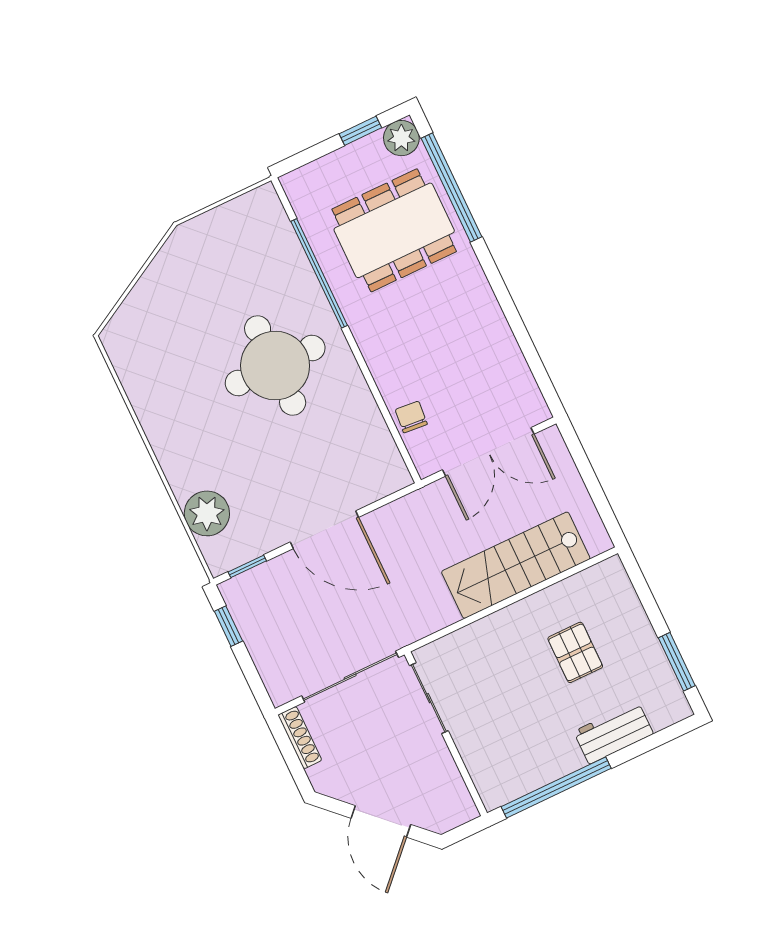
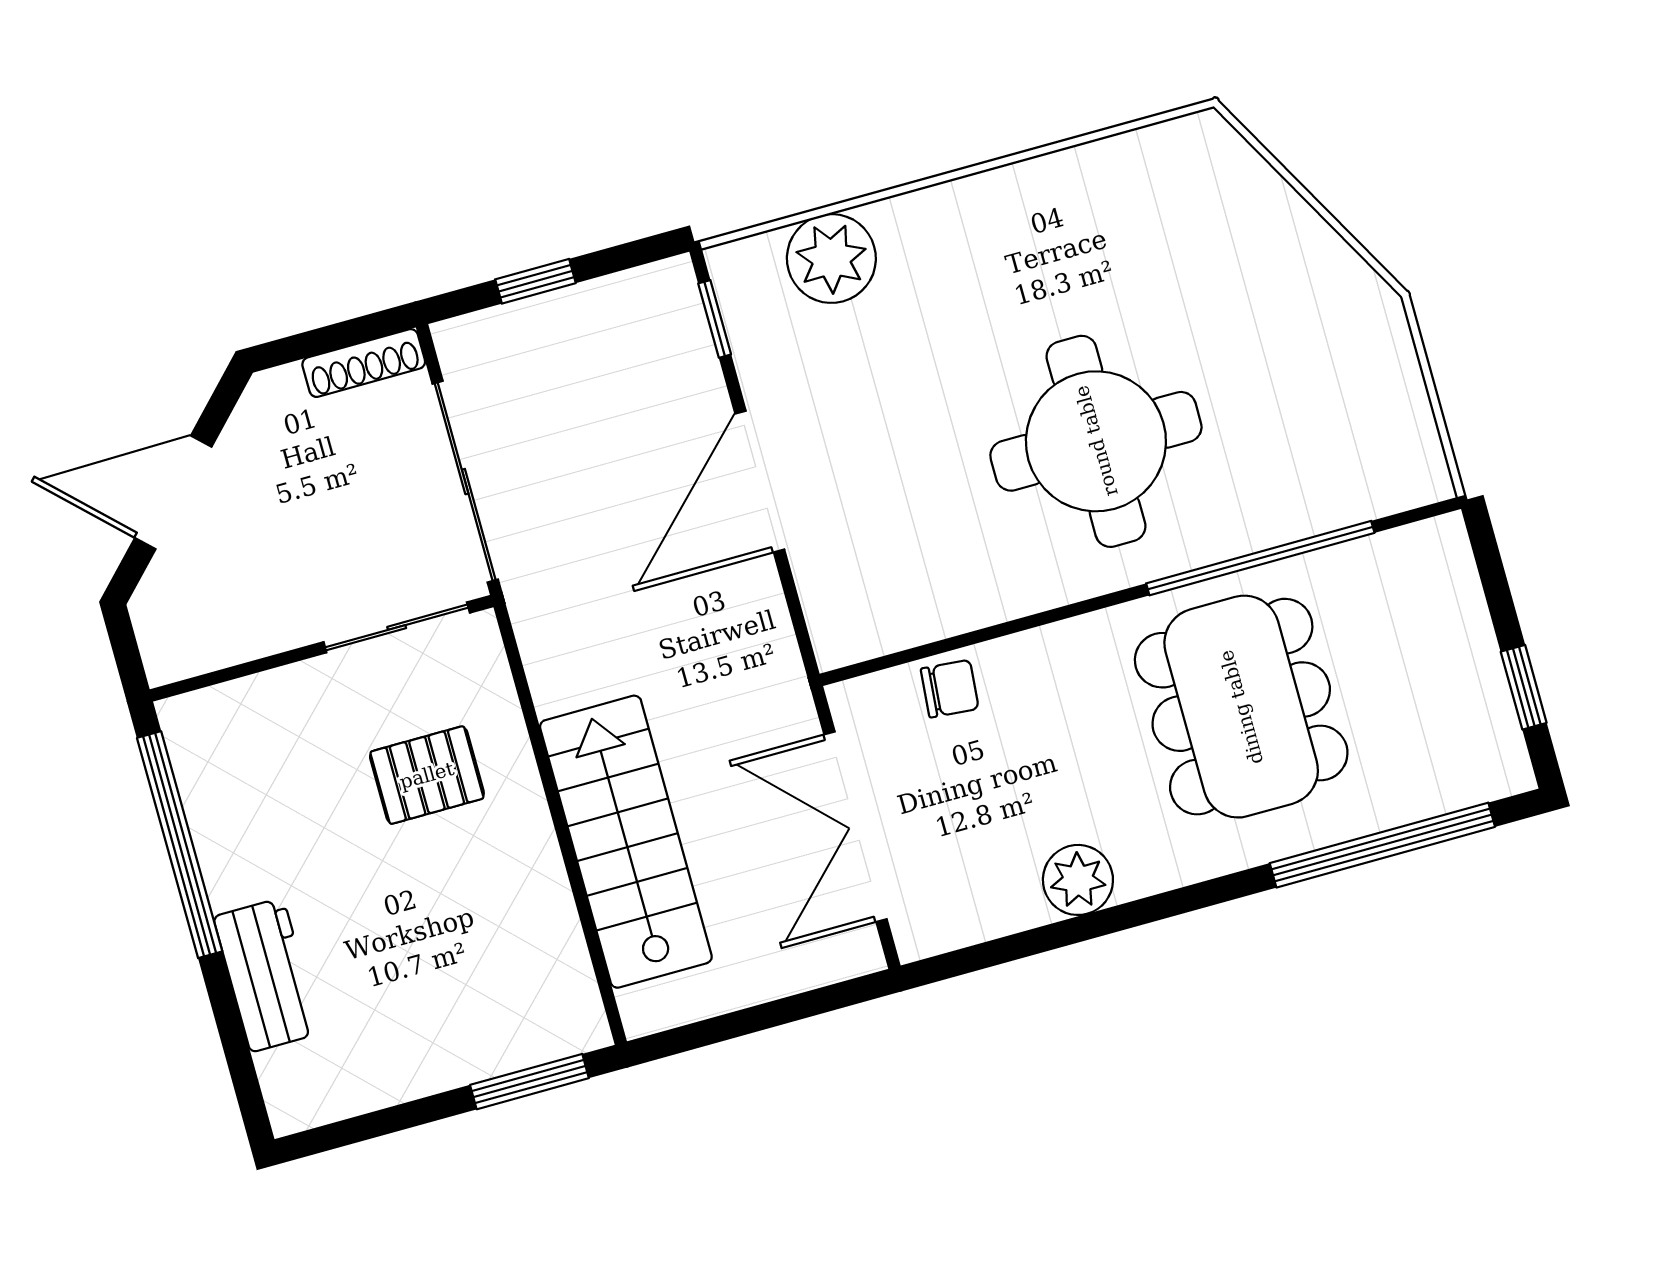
plant: (401, 138) -> (1078, 880), moved
dining table: (394, 230) -> (1241, 707), moved
window: (228, 626) -> (535, 281), moved
pallet: (575, 652) -> (427, 775), moved
window: (677, 662) -> (529, 1082), moved

